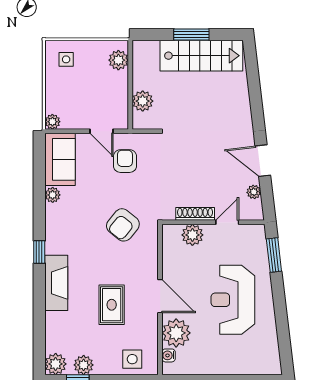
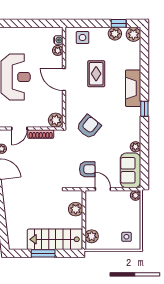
stairs: (201, 56) -> (55, 239), moved
armchair: (125, 161) -> (87, 169), turned -90
plant: (192, 235) -> (56, 120), moved
plant: (176, 333) -> (58, 50), width x0.53, depth x0.53

